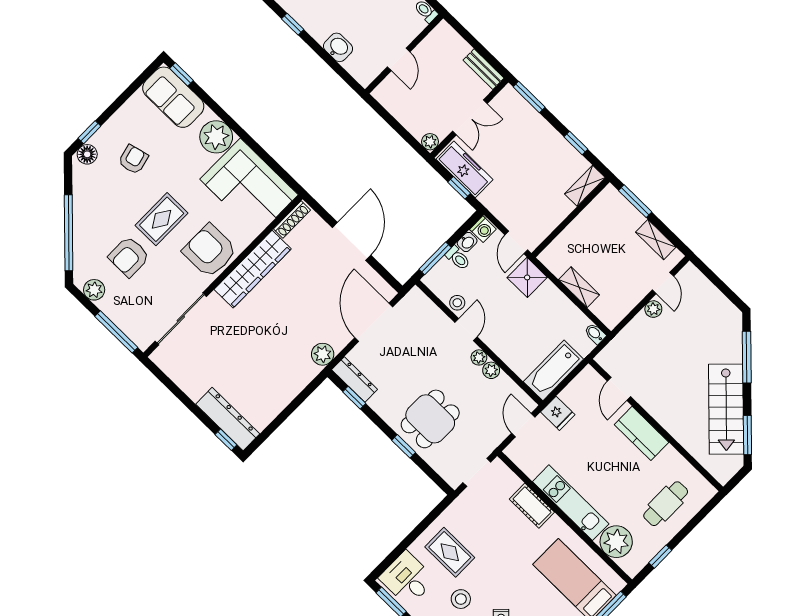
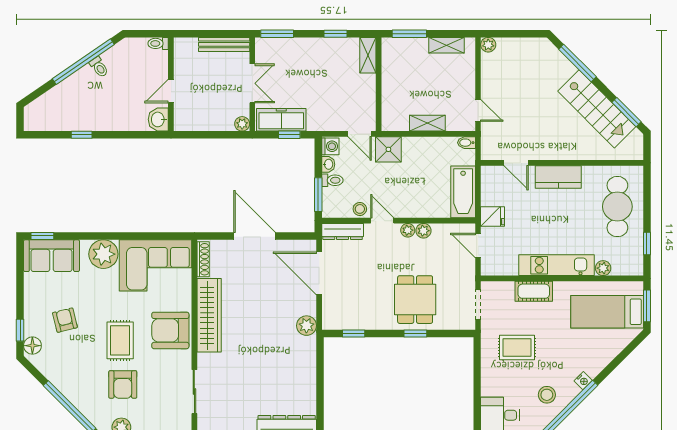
washbasin: (338, 47) -> (158, 119), moved, turned -90
door: (399, 59) -> (171, 91), swing flipped
bench: (484, 69) -> (224, 44), width x1.36
door: (663, 283) -> (478, 110), moved
plant: (653, 309) -> (488, 45), moved
sliding door: (181, 319) -> (194, 392), width x0.73
dresser: (355, 380) -> (343, 231), moved, turned 180
cafe table: (666, 504) -> (617, 207), width x1.37, depth x1.35
plant: (616, 542) -> (603, 268), width x0.53, depth x0.53
rug: (450, 552) -> (517, 348), moved

